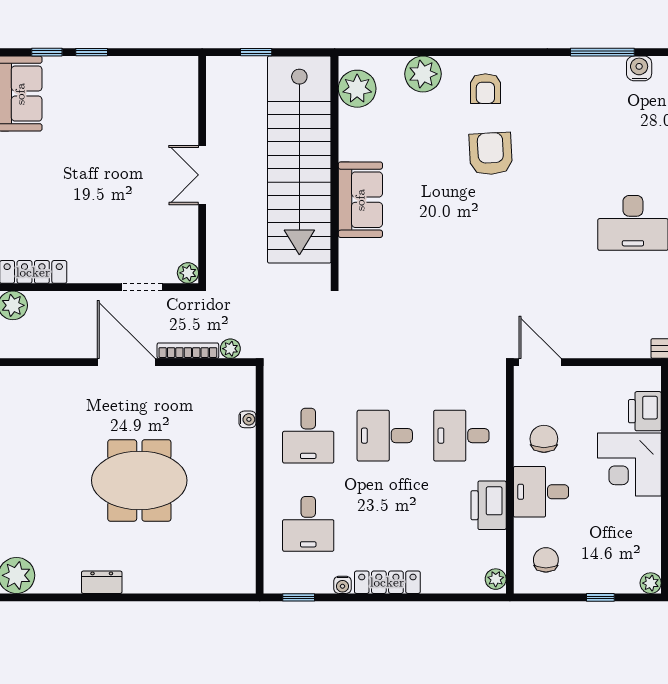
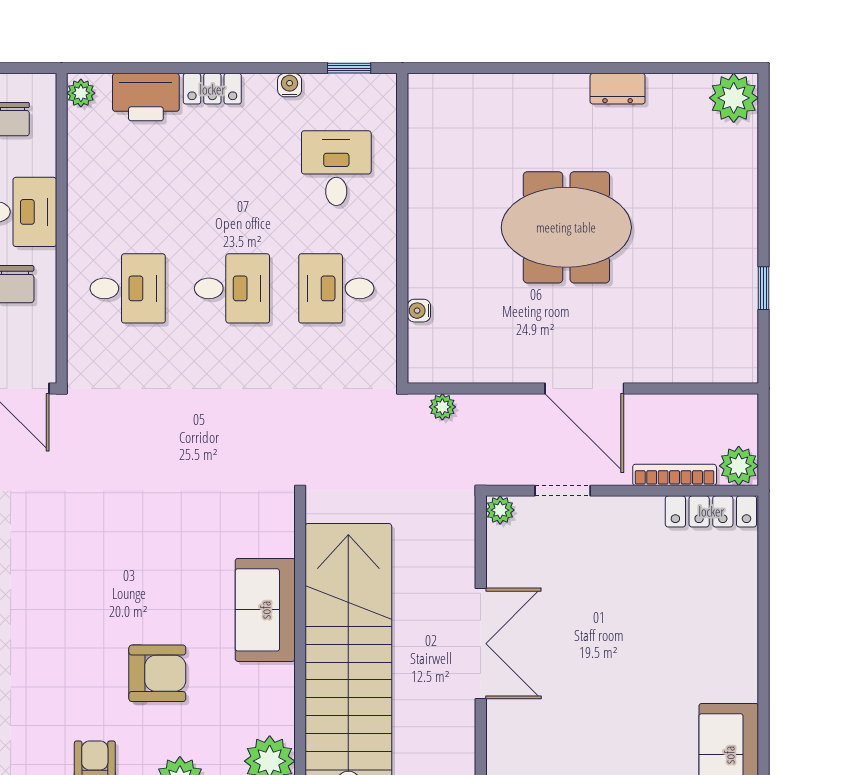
armchair: (491, 154) -> (157, 673), moved, turned -87
double door: (202, 175) -> (481, 644), width x1.37
bookcase: (188, 351) -> (675, 475), moved, turned 180
desk: (308, 436) -> (336, 288), turned -90
printer: (489, 505) -> (146, 97), moved, turned 90
locker: (387, 582) -> (212, 89), width x0.66

